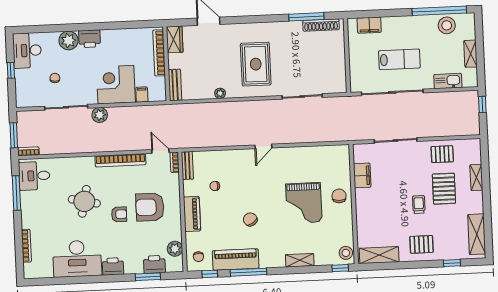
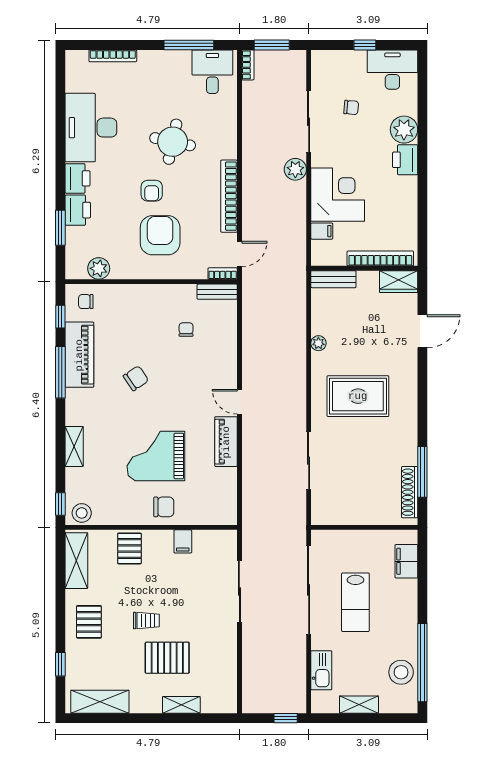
pallet: (442, 154) -> (129, 548), moved
filing cabinet: (362, 175) -> (183, 541), width x0.50
piano: (192, 214) -> (226, 442), moved, turned 90
printer: (154, 264) -> (78, 210), moved

